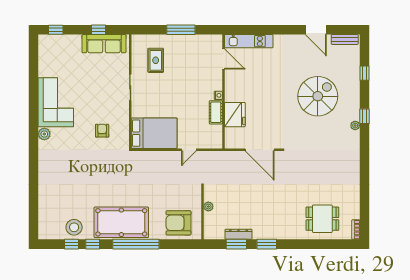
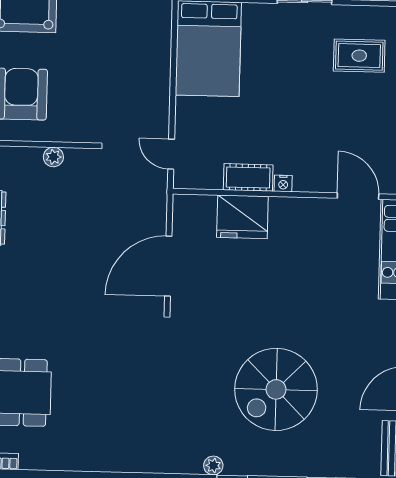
door: (223, 59) -> (358, 196), swing flipped
spiral stairs: (318, 96) -> (276, 389), turned 90
door: (189, 150) -> (171, 154), moved

